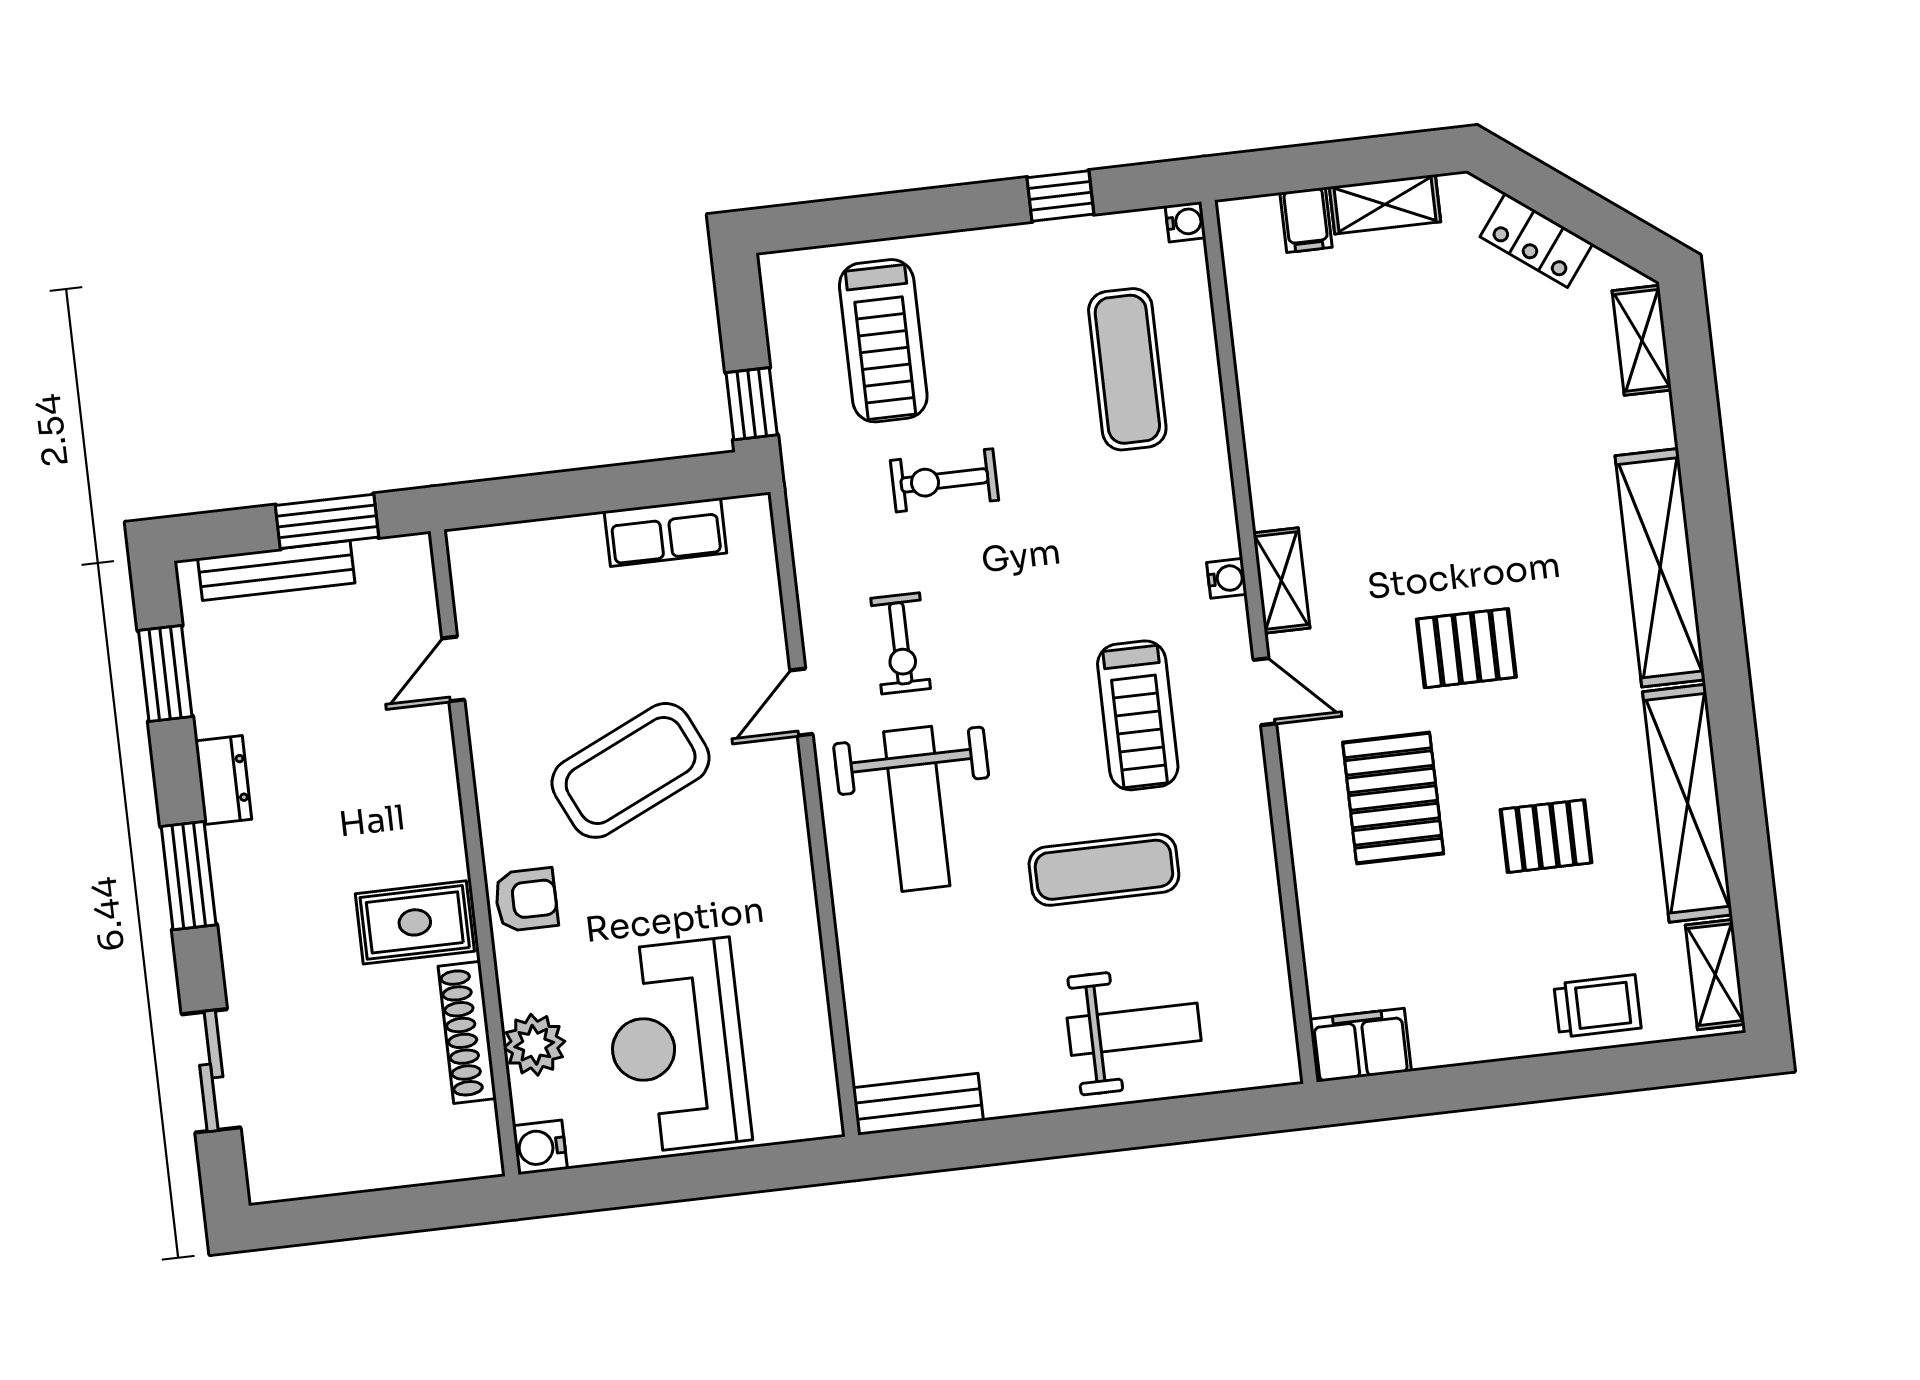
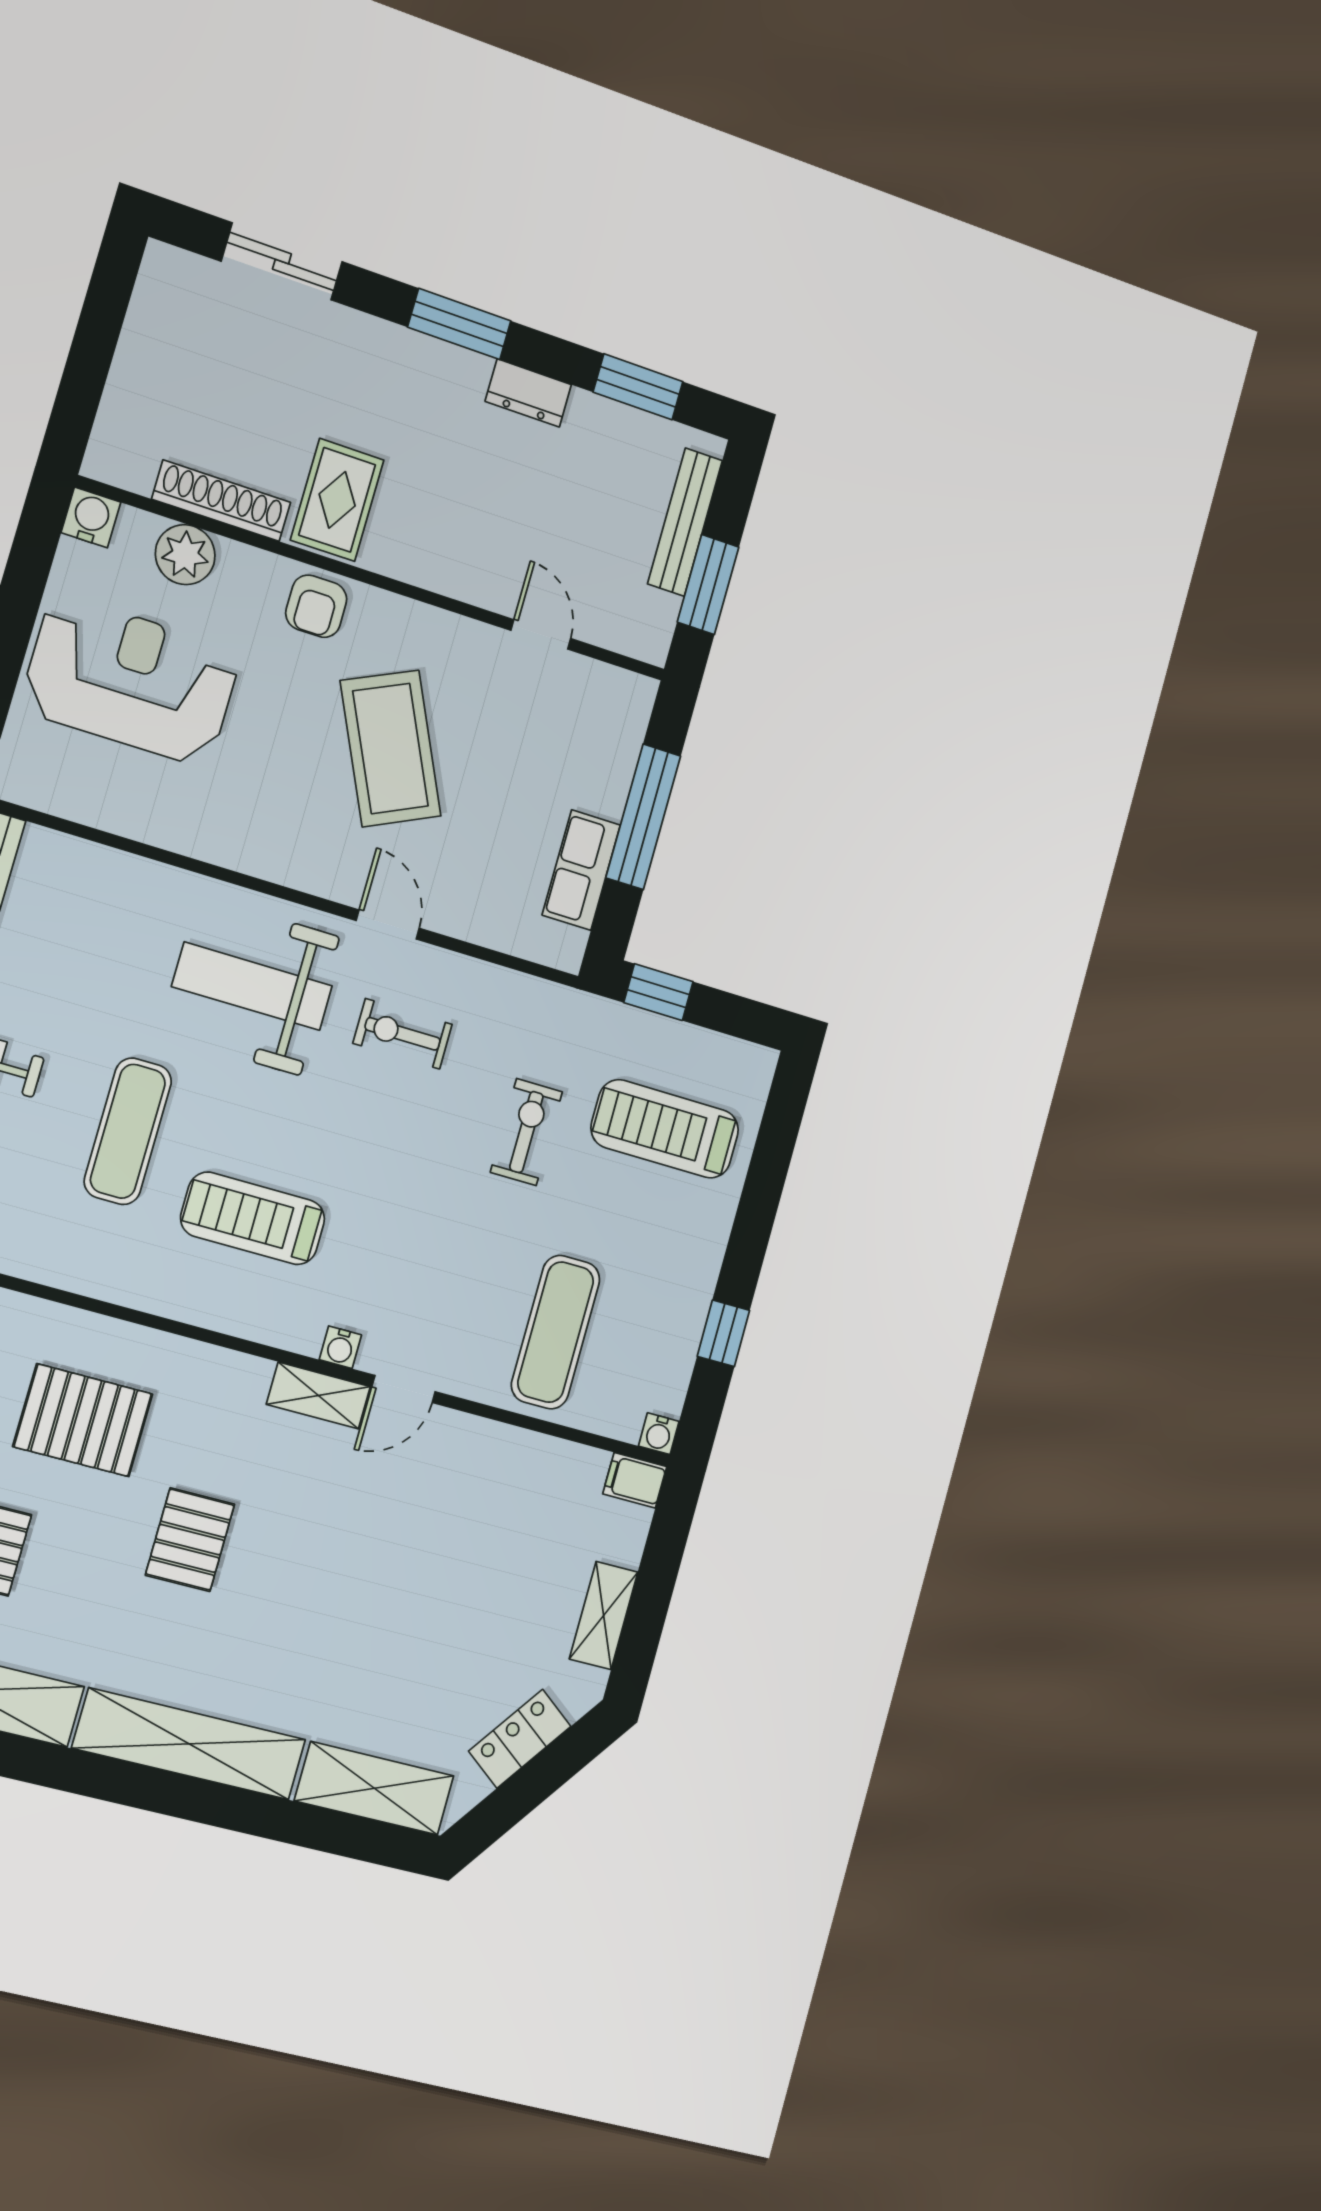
filing cabinet: (1306, 220) -> (635, 1480), moved
shelving: (1642, 340) -> (374, 1788), width x1.50, depth x1.33
exercise mat: (1127, 369) -> (556, 1332), turned 90
window: (586, 491) -> (643, 817), added
door: (1265, 692) -> (404, 1389), moved

